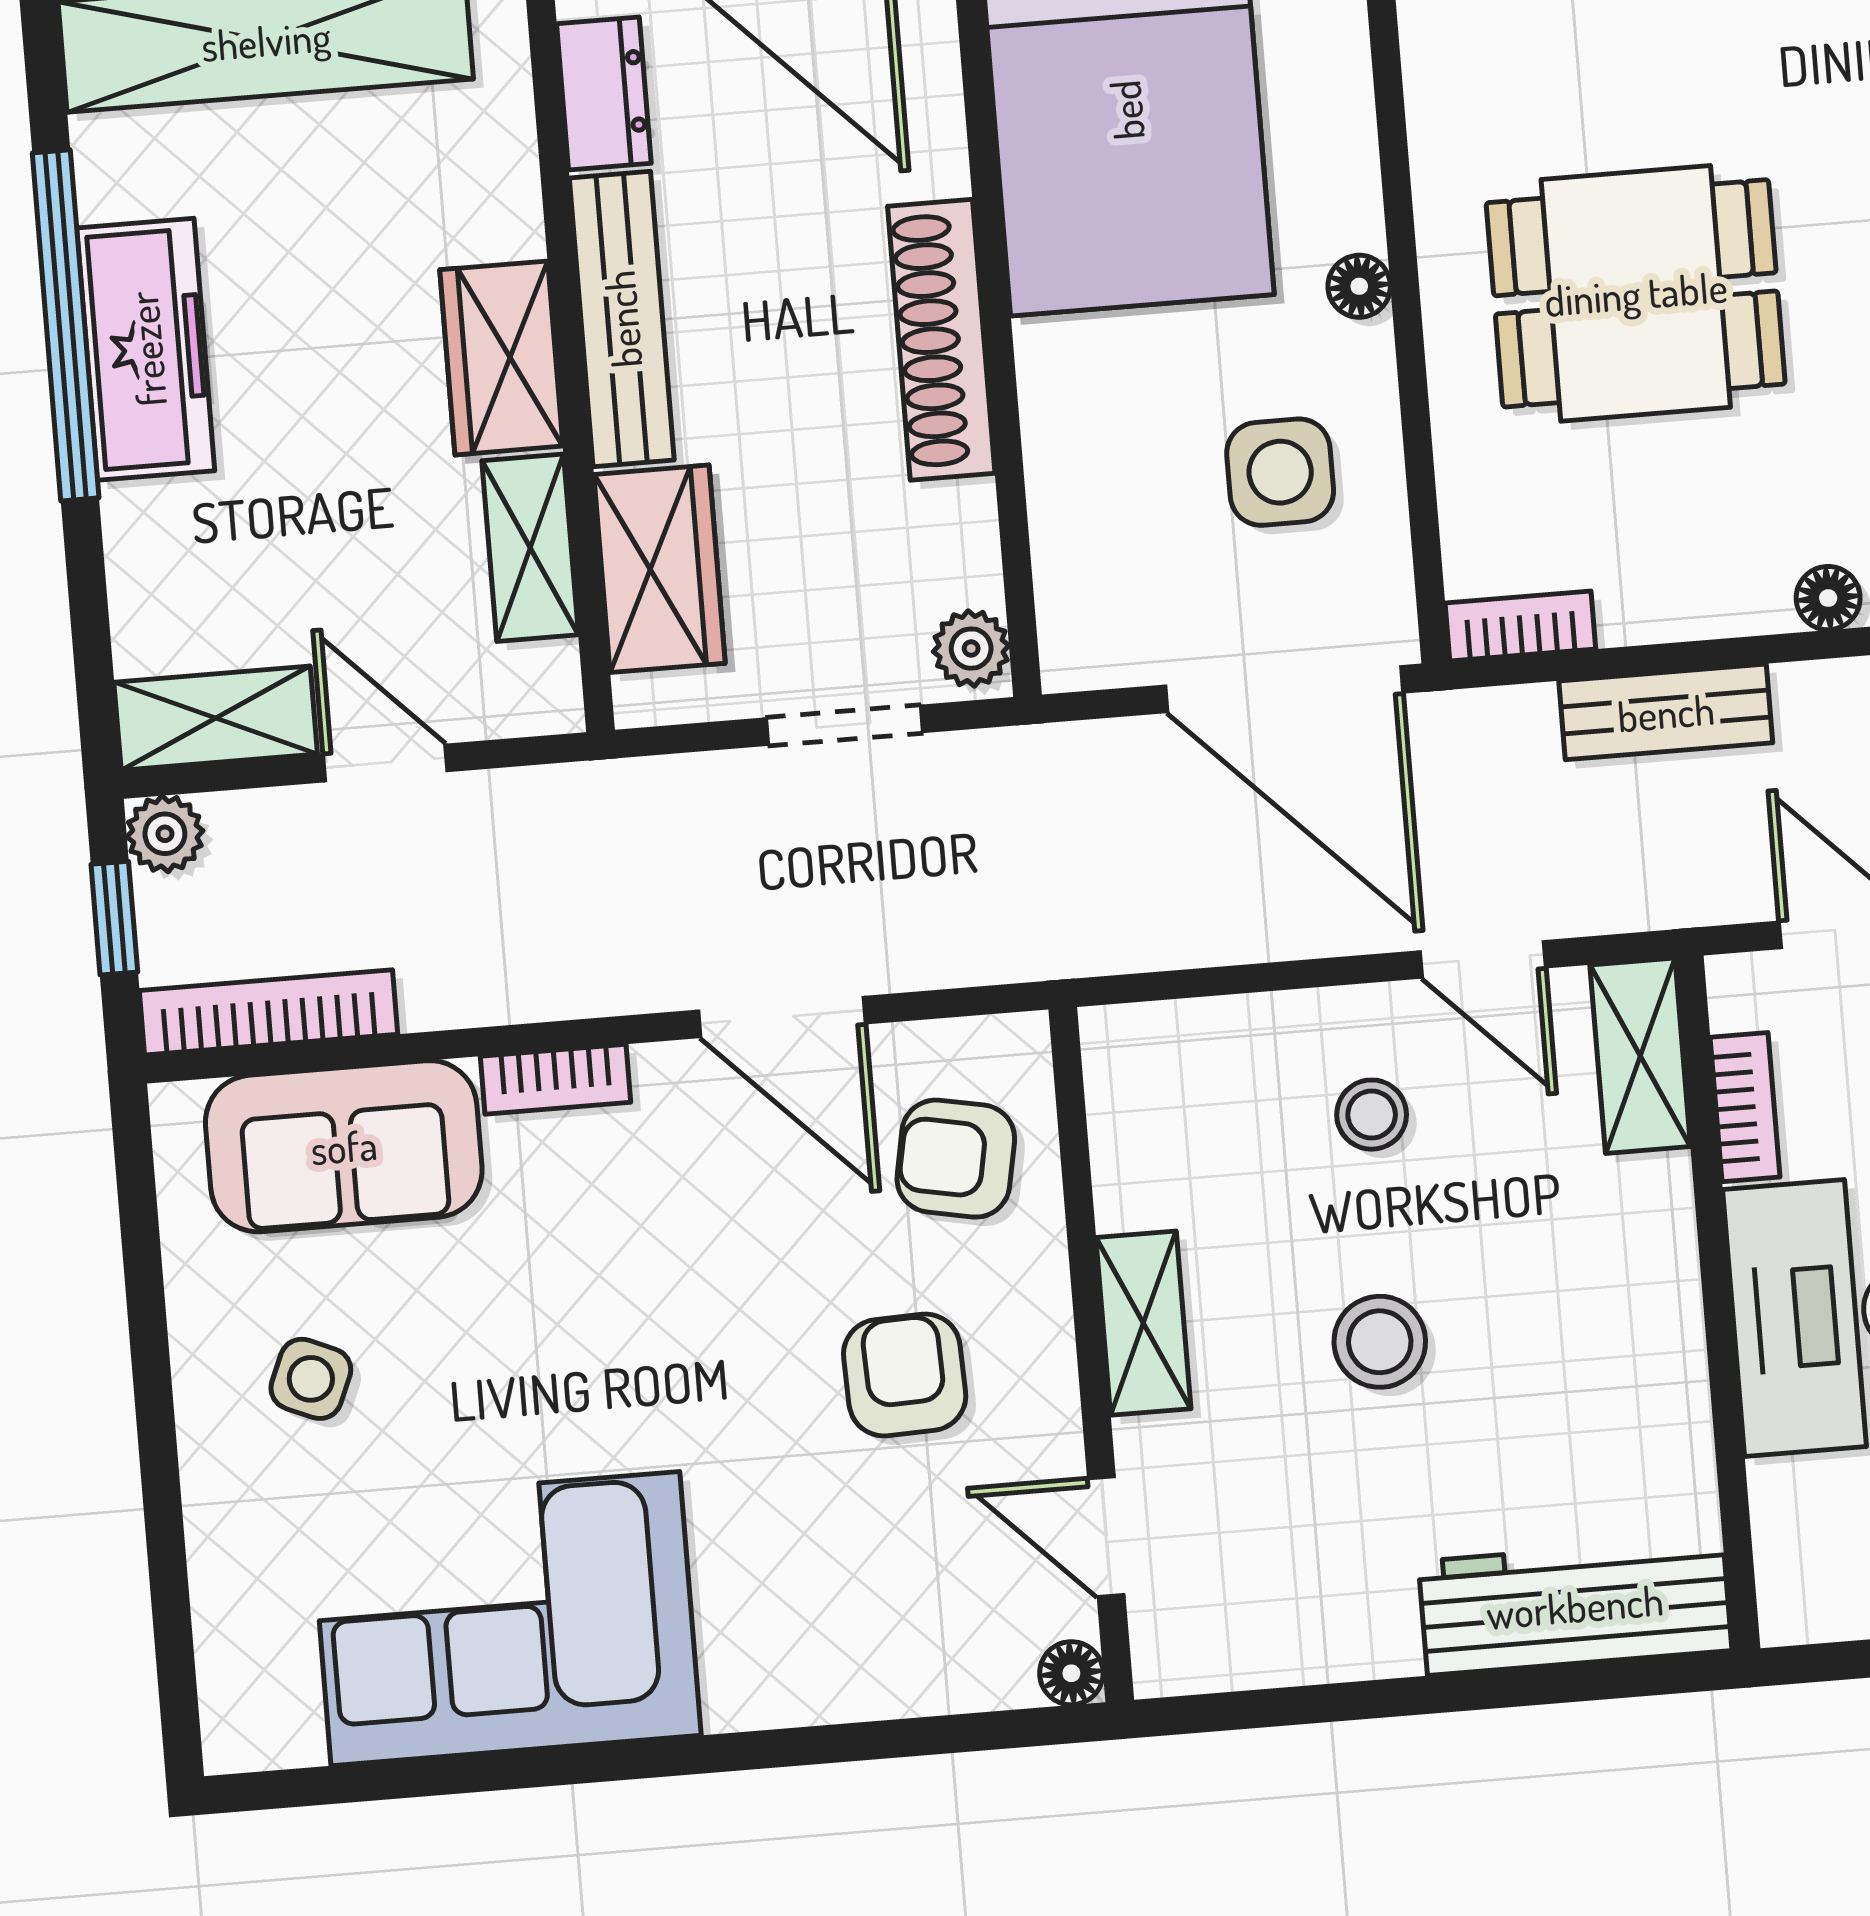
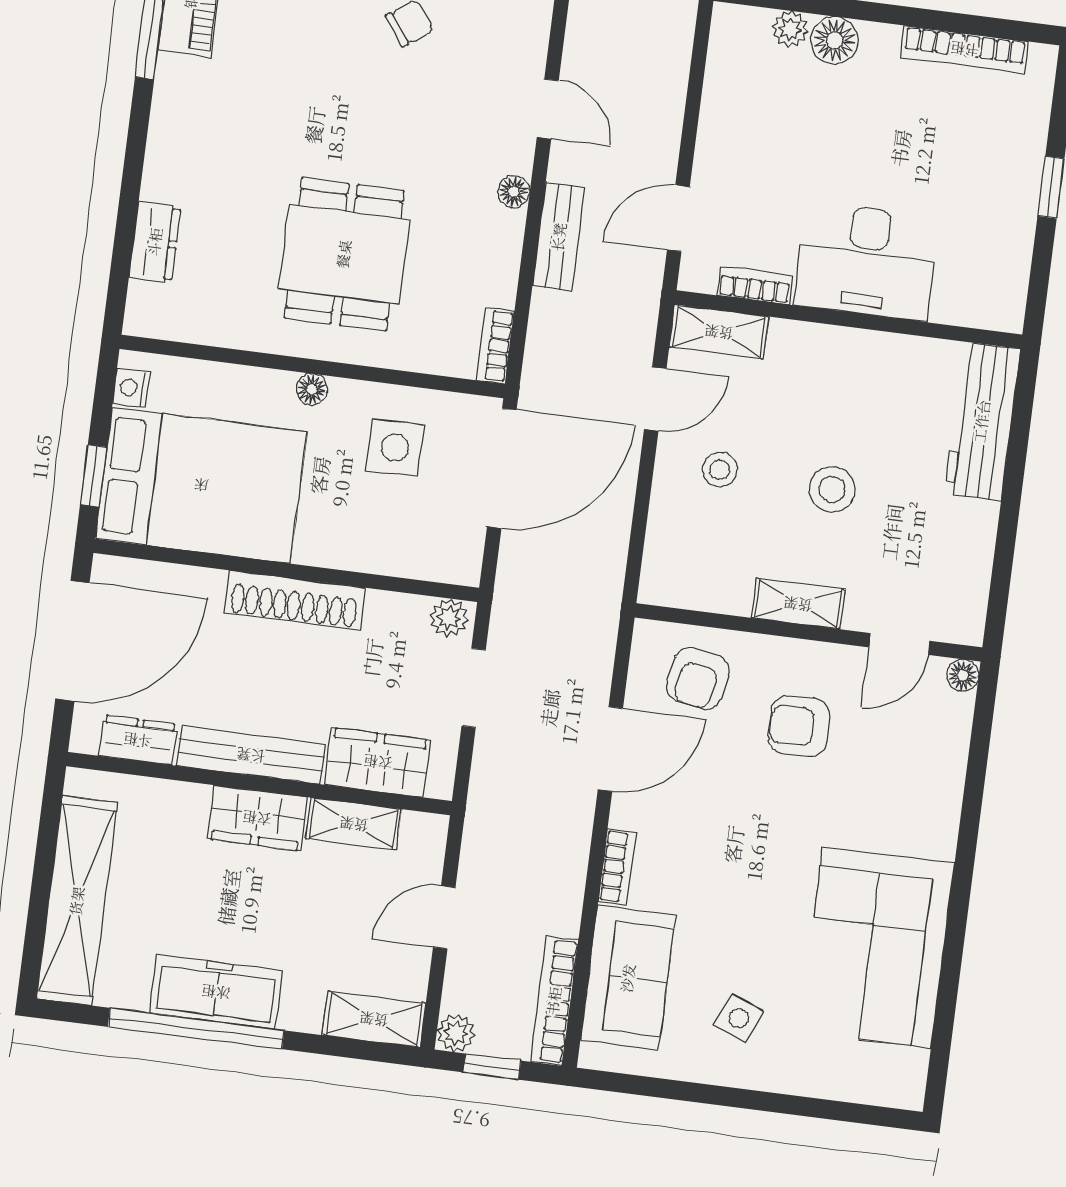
bench: (1666, 712) -> (559, 237), moved
shelving: (216, 718) -> (374, 1019), moved, turned 90

